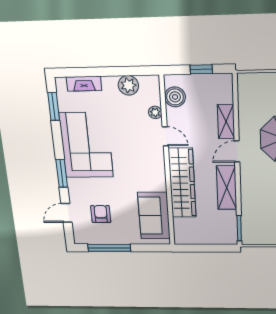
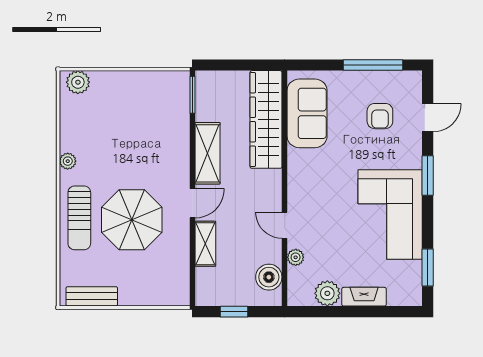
fireplace: (84, 84) -> (364, 297), moved
wardrobe: (182, 183) -> (266, 119), moved

